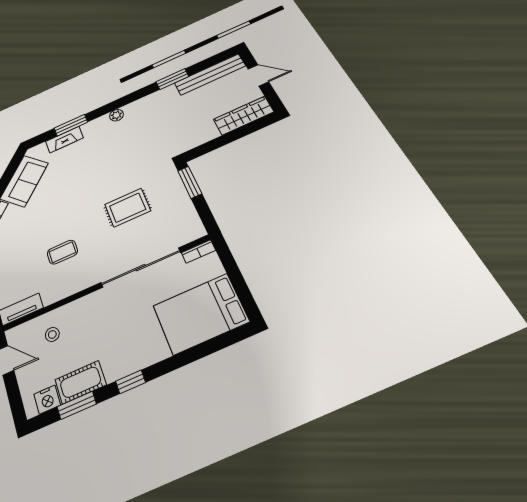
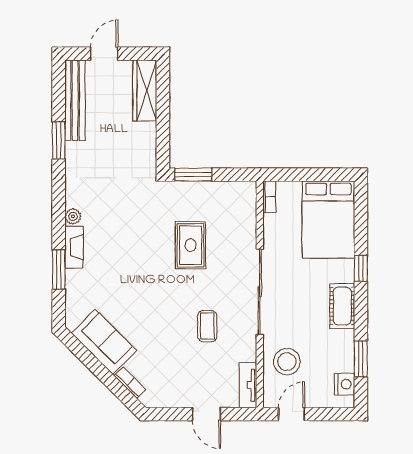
fireplace: (64, 140) -> (74, 247), moved
sliding door: (141, 268) -> (260, 292), moved
stool: (52, 334) -> (287, 362), width x1.89, depth x1.89
cot: (81, 382) -> (342, 306), moved
window: (131, 382) -> (361, 268), moved

